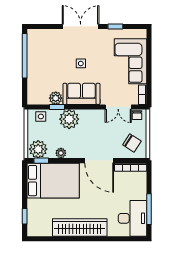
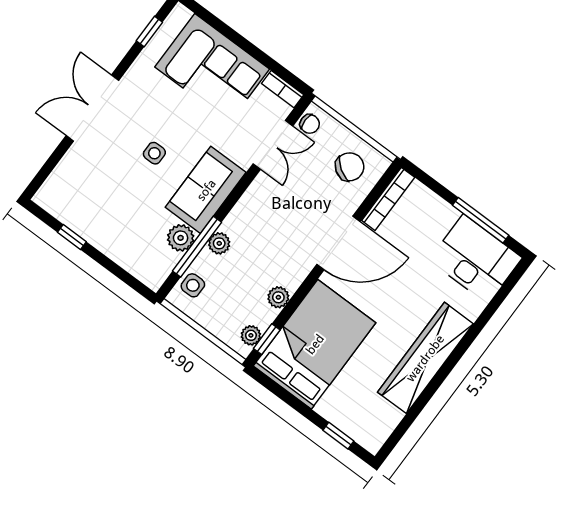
window: (115, 26) -> (149, 32), moved
window: (25, 56) -> (72, 237), width x0.32
window: (57, 107) -> (197, 247), width x2.17
plant: (69, 119) -> (219, 243), width x0.53, depth x0.53
plant: (38, 149) -> (251, 335), width x0.53, depth x0.53

